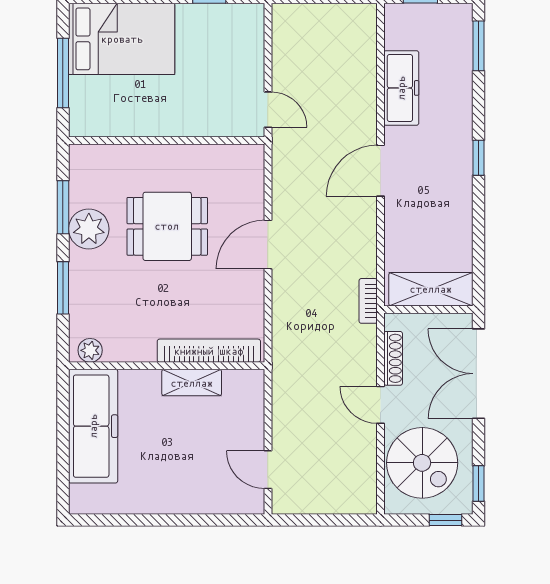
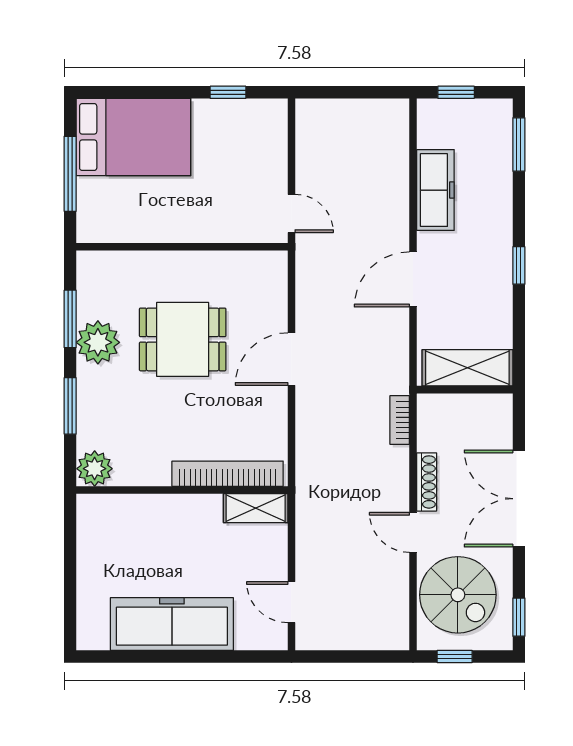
shelving: (431, 289) -> (467, 368), moved
wall: (428, 309) -> (465, 390), moved
plant: (90, 350) -> (95, 469), width x1.38, depth x1.38
shelving: (192, 383) -> (256, 508), moved
freezer: (93, 426) -> (172, 624), moved, turned -90
window: (445, 520) -> (455, 657), moved

